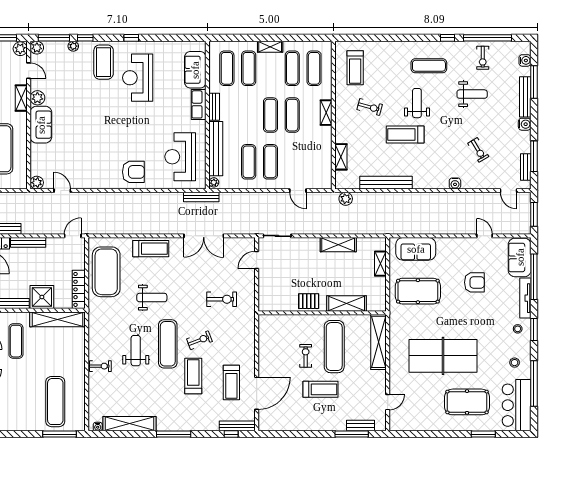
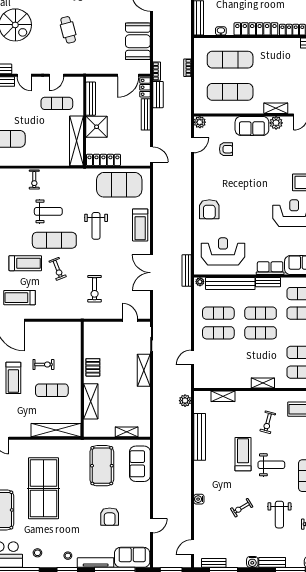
bench: (525, 97) -> (272, 562), width x0.73
exercise mat: (292, 115) -> (261, 313), moved
exercise bike: (478, 150) -> (242, 508), moved
armchair: (67, 153) -> (226, 149), added
shelving: (338, 245) -> (144, 370), moved
exercise mat: (334, 347) -> (52, 390), width x0.73, depth x0.69

